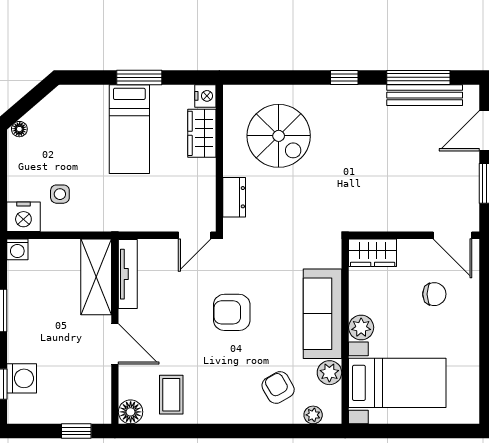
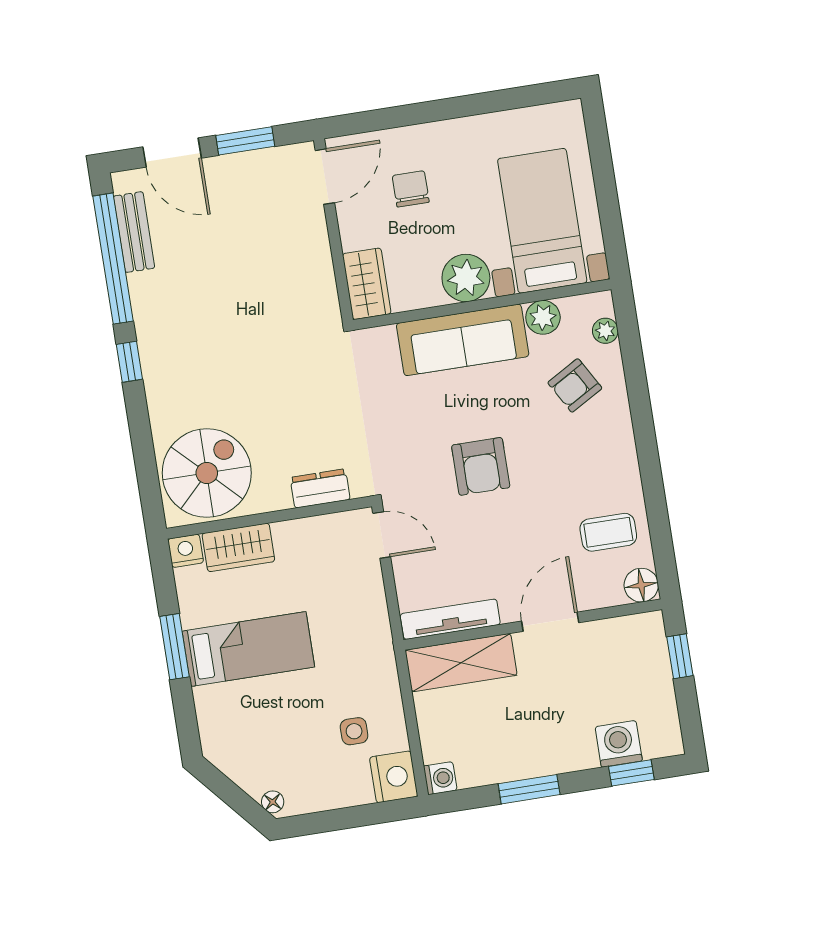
window: (418, 77) -> (113, 259), width x1.46
bench: (425, 95) -> (134, 232), width x0.73
spiral stairs: (279, 136) -> (207, 473), moved
plant: (361, 327) -> (466, 278), width x1.36, depth x1.36

